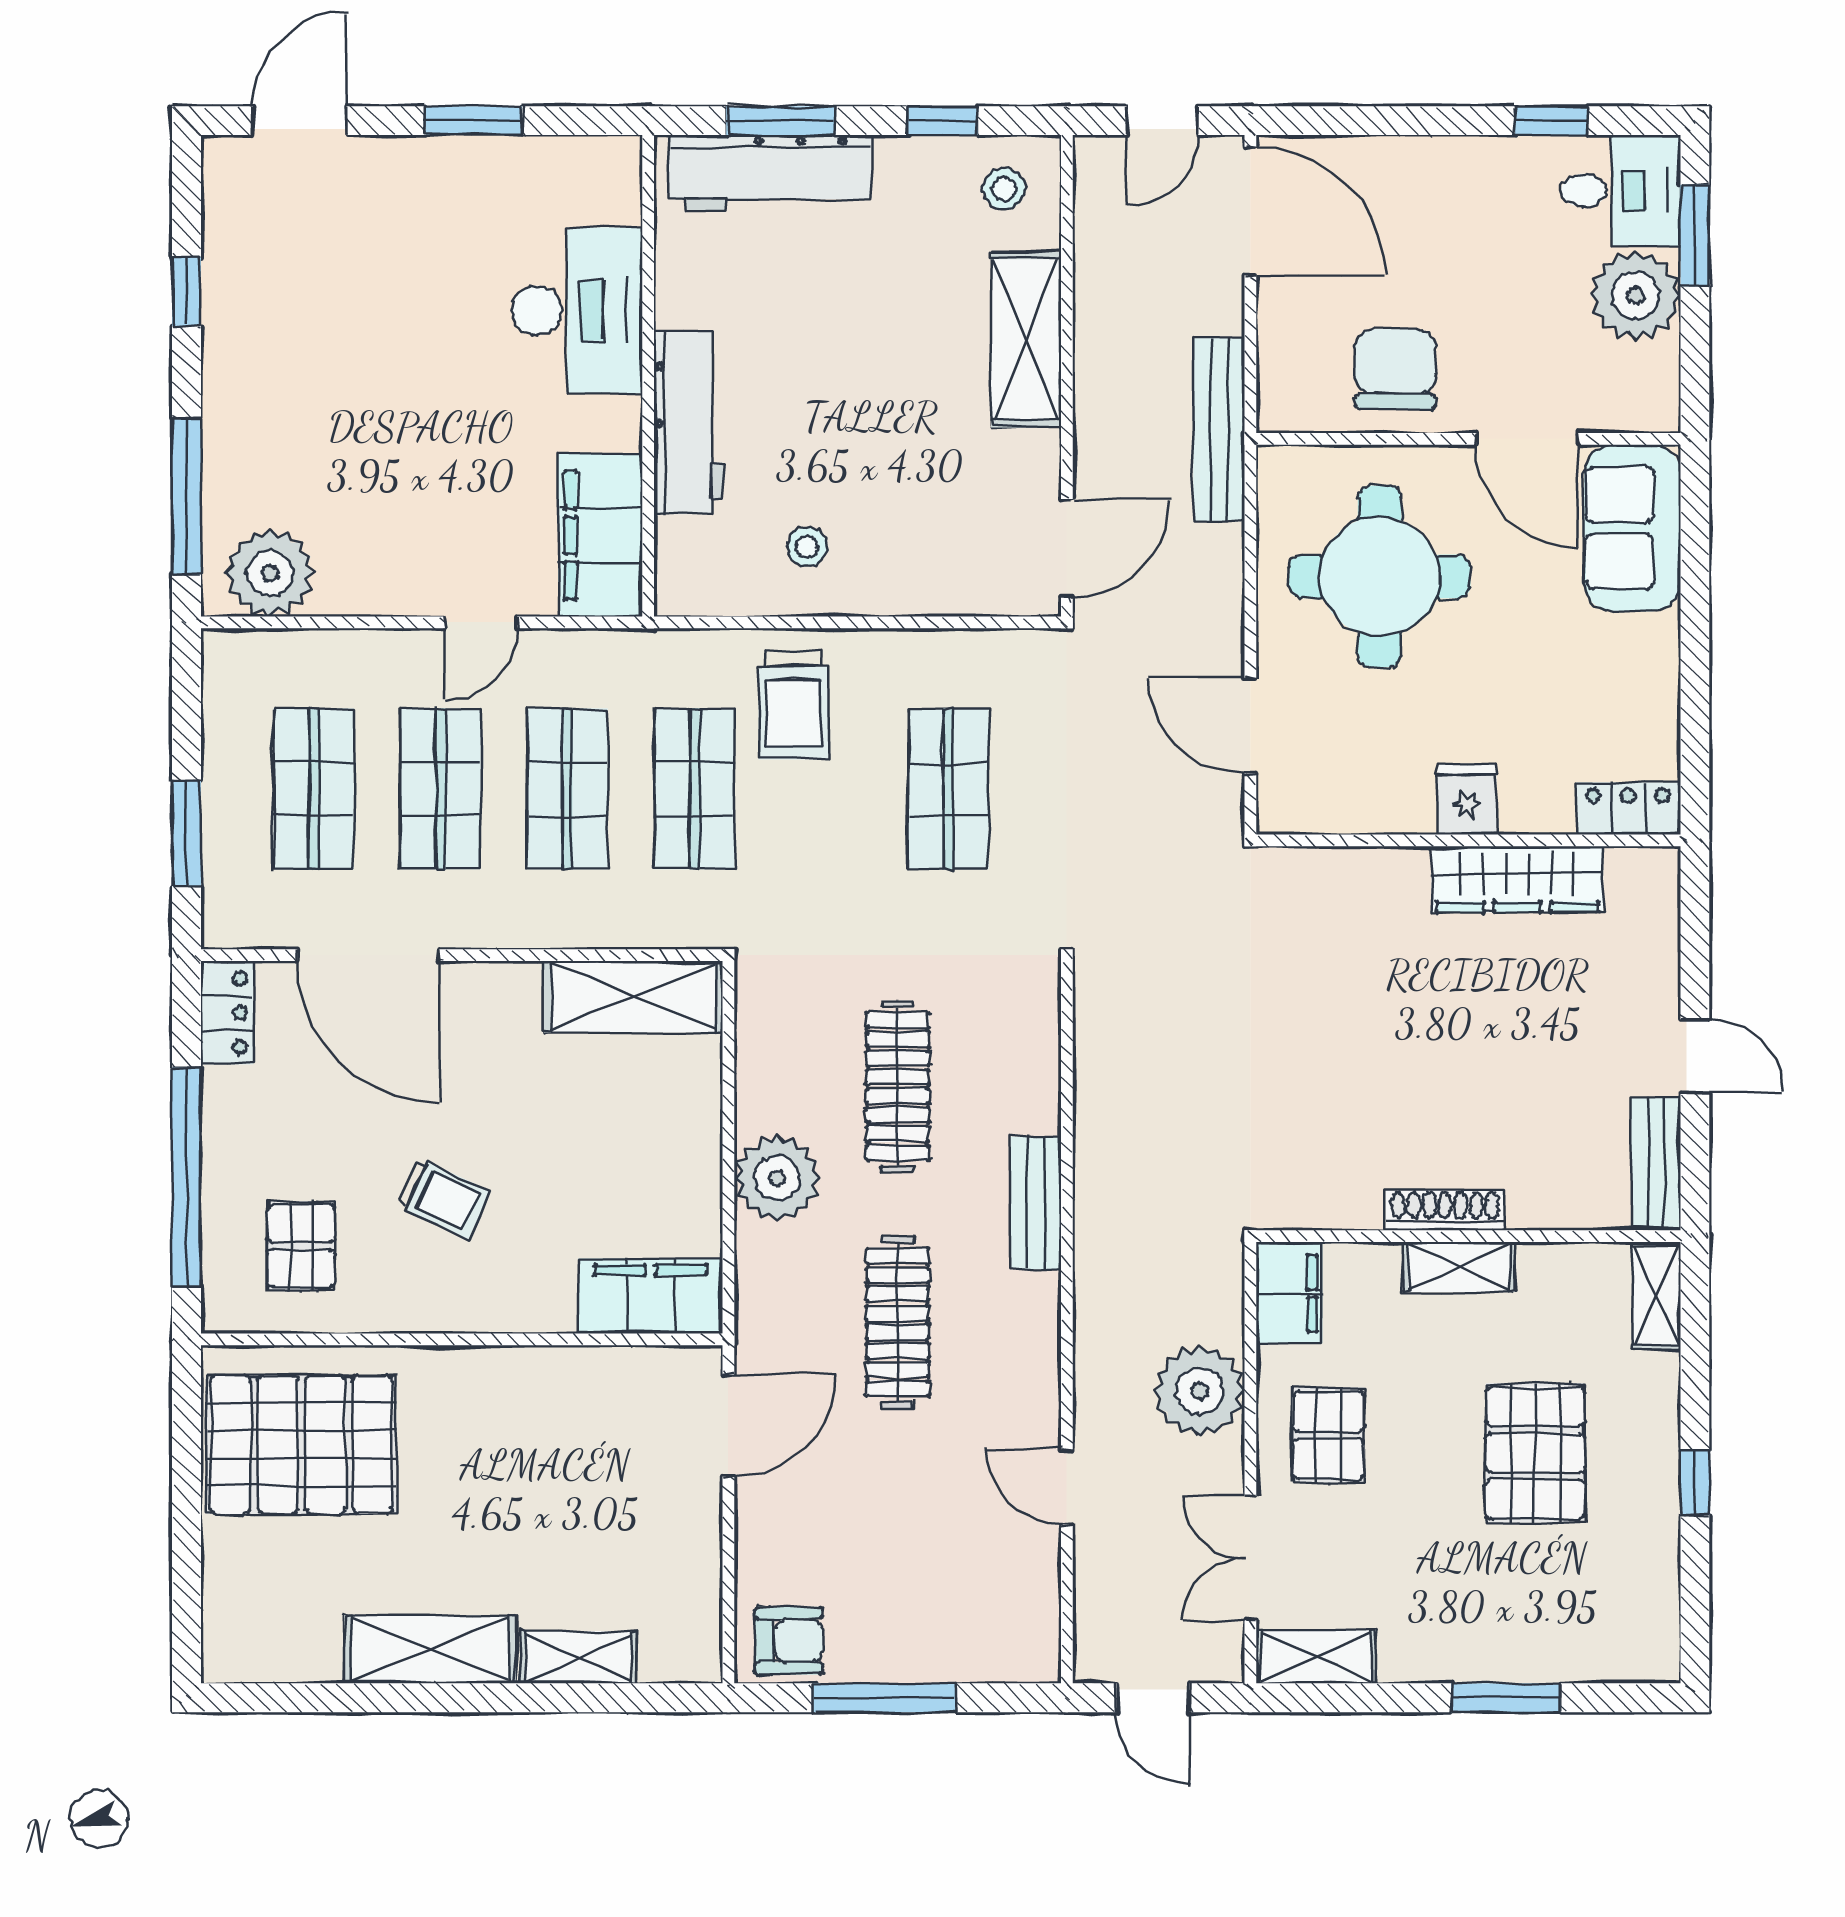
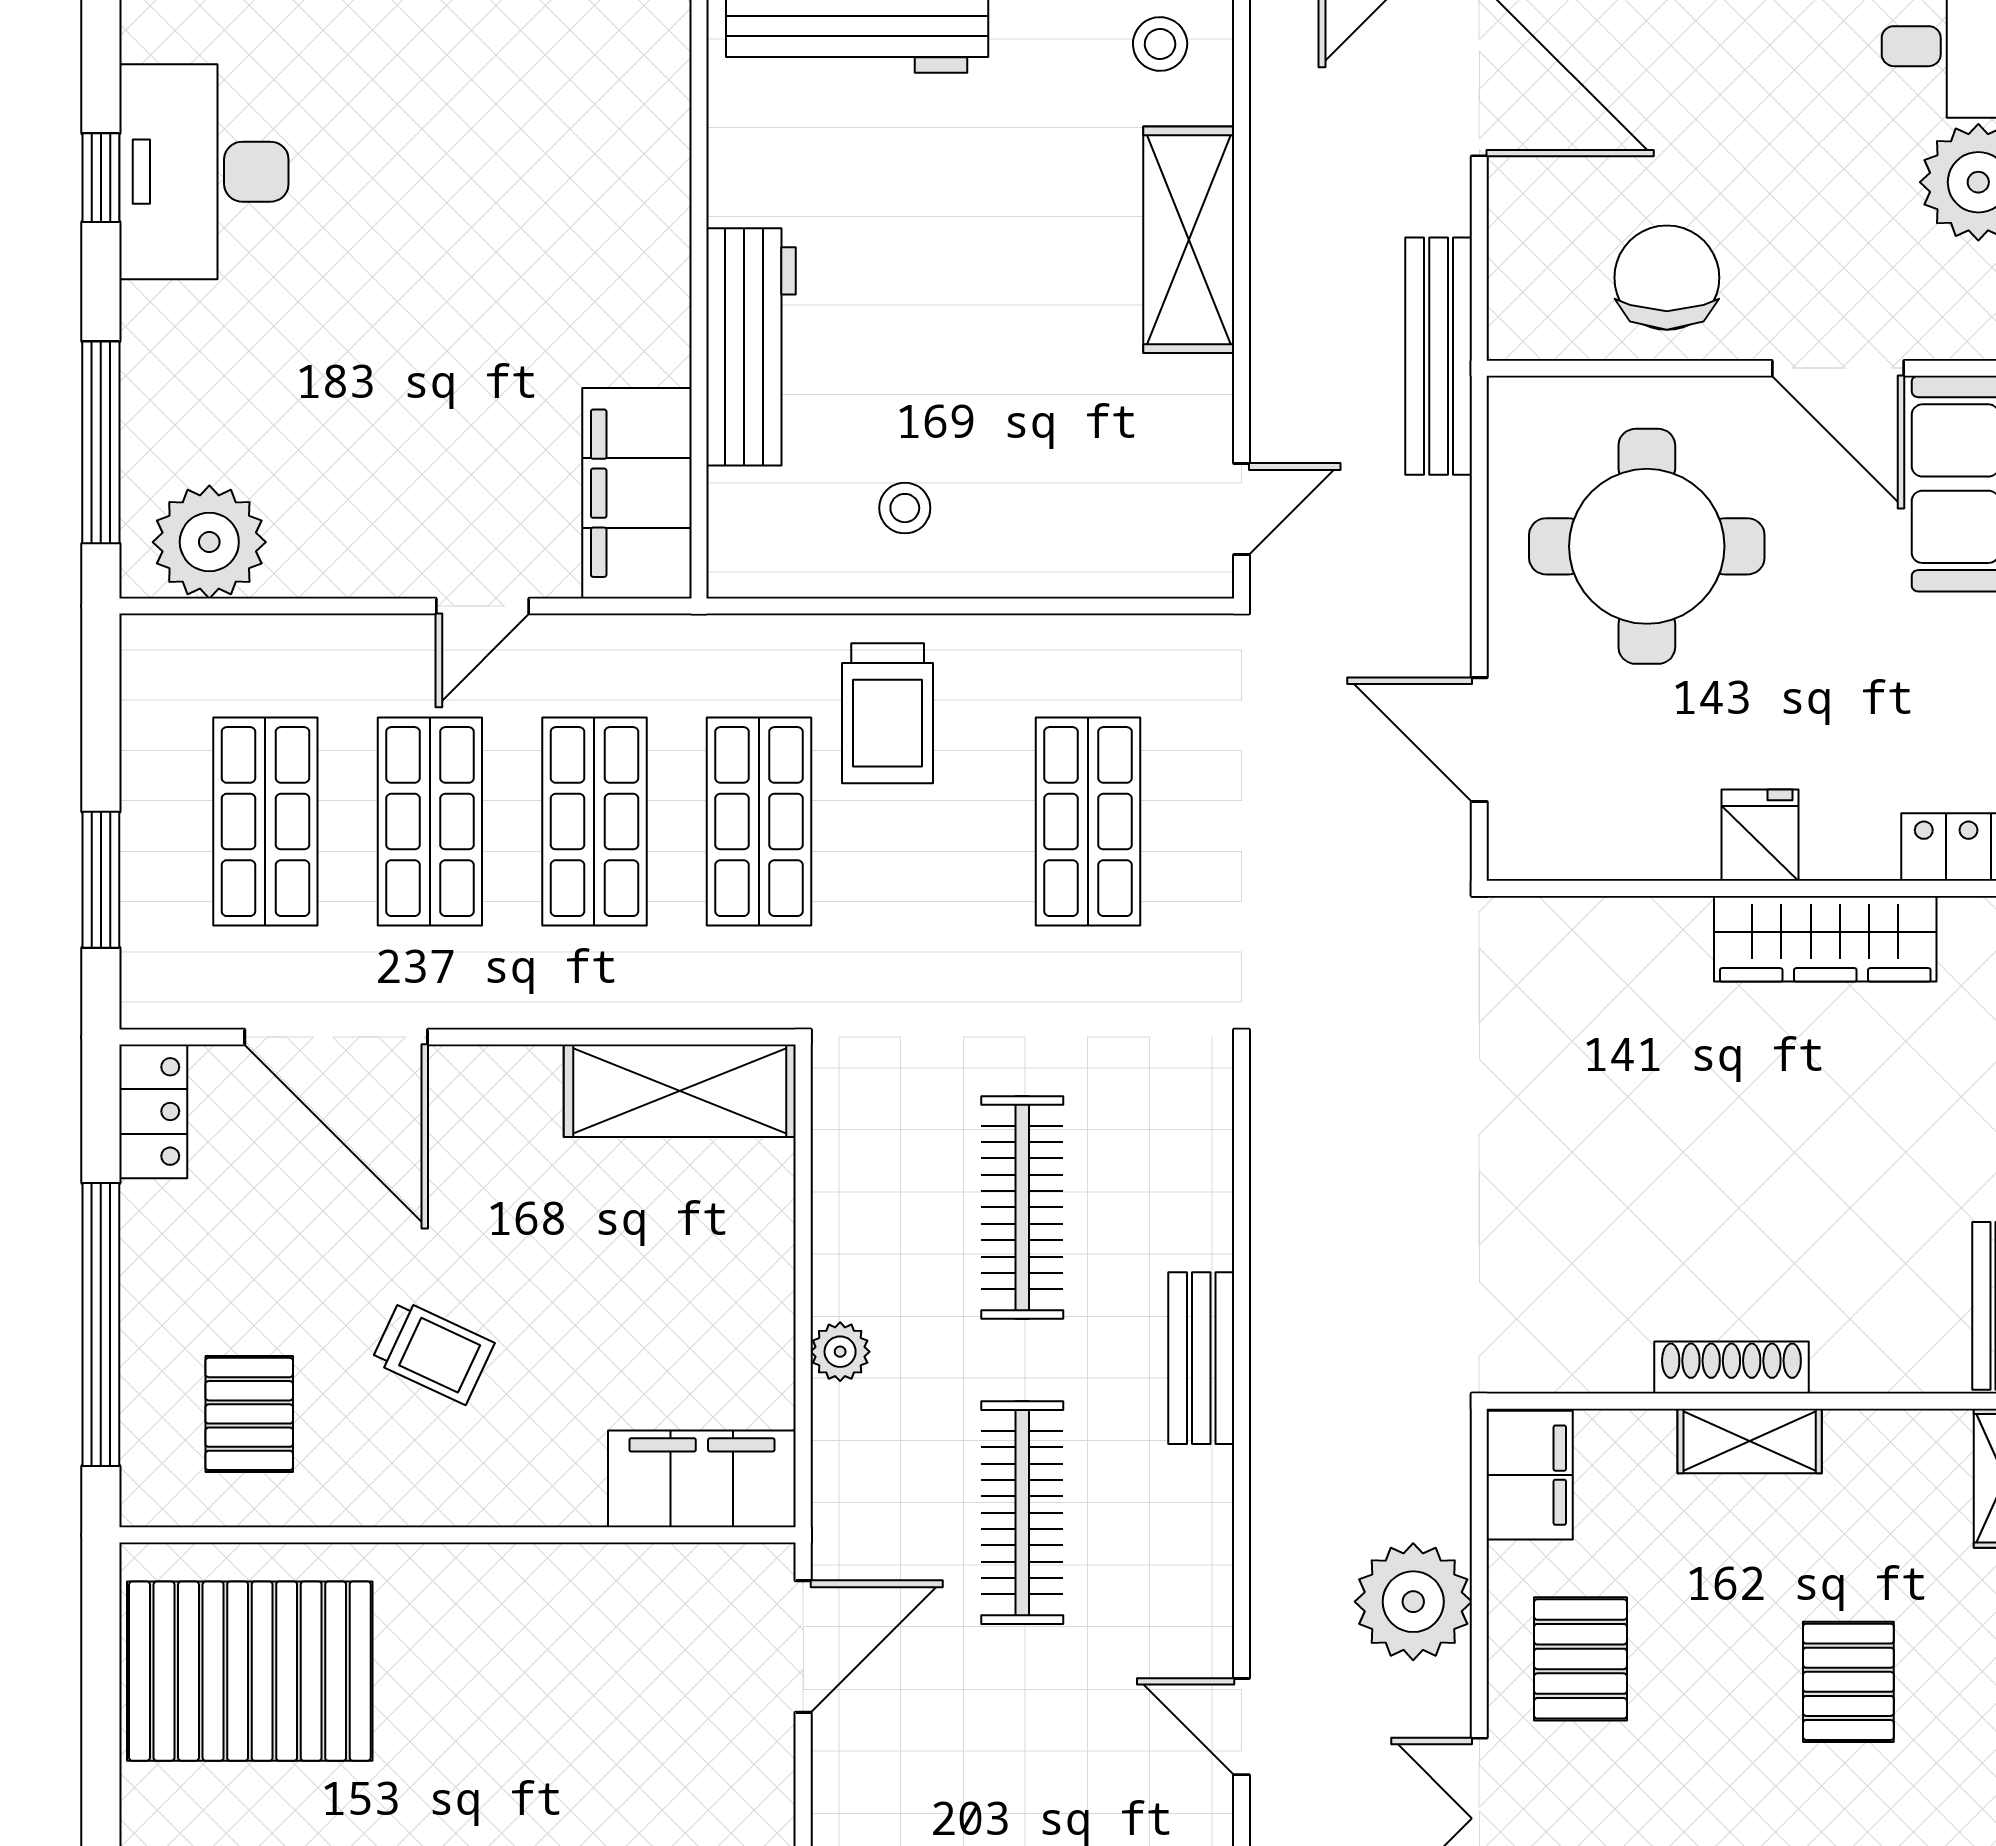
desk: (577, 310) -> (204, 172), moved, turned 180
door: (1067, 548) -> (1241, 509), width x0.73
plant: (777, 1178) -> (840, 1352), width x0.53, depth x0.53
pallet: (1535, 1453) -> (1848, 1682), width x0.67, depth x0.71

